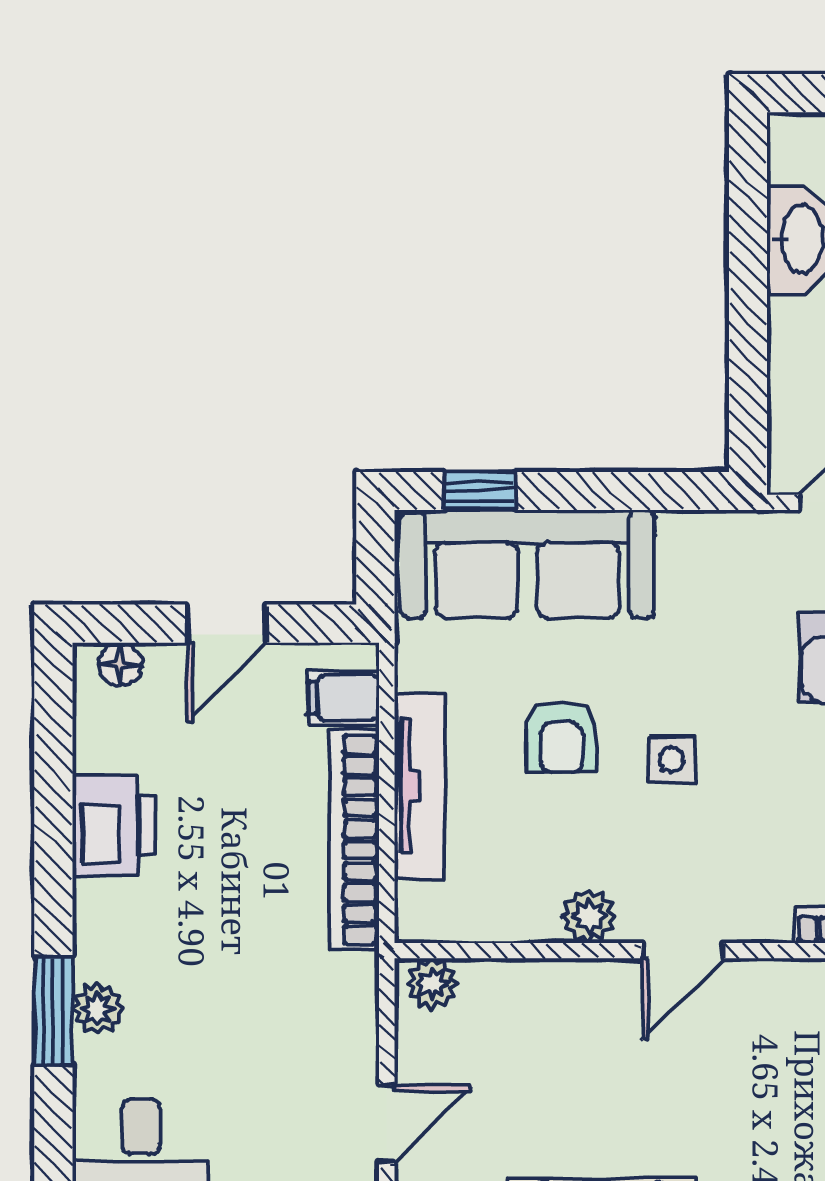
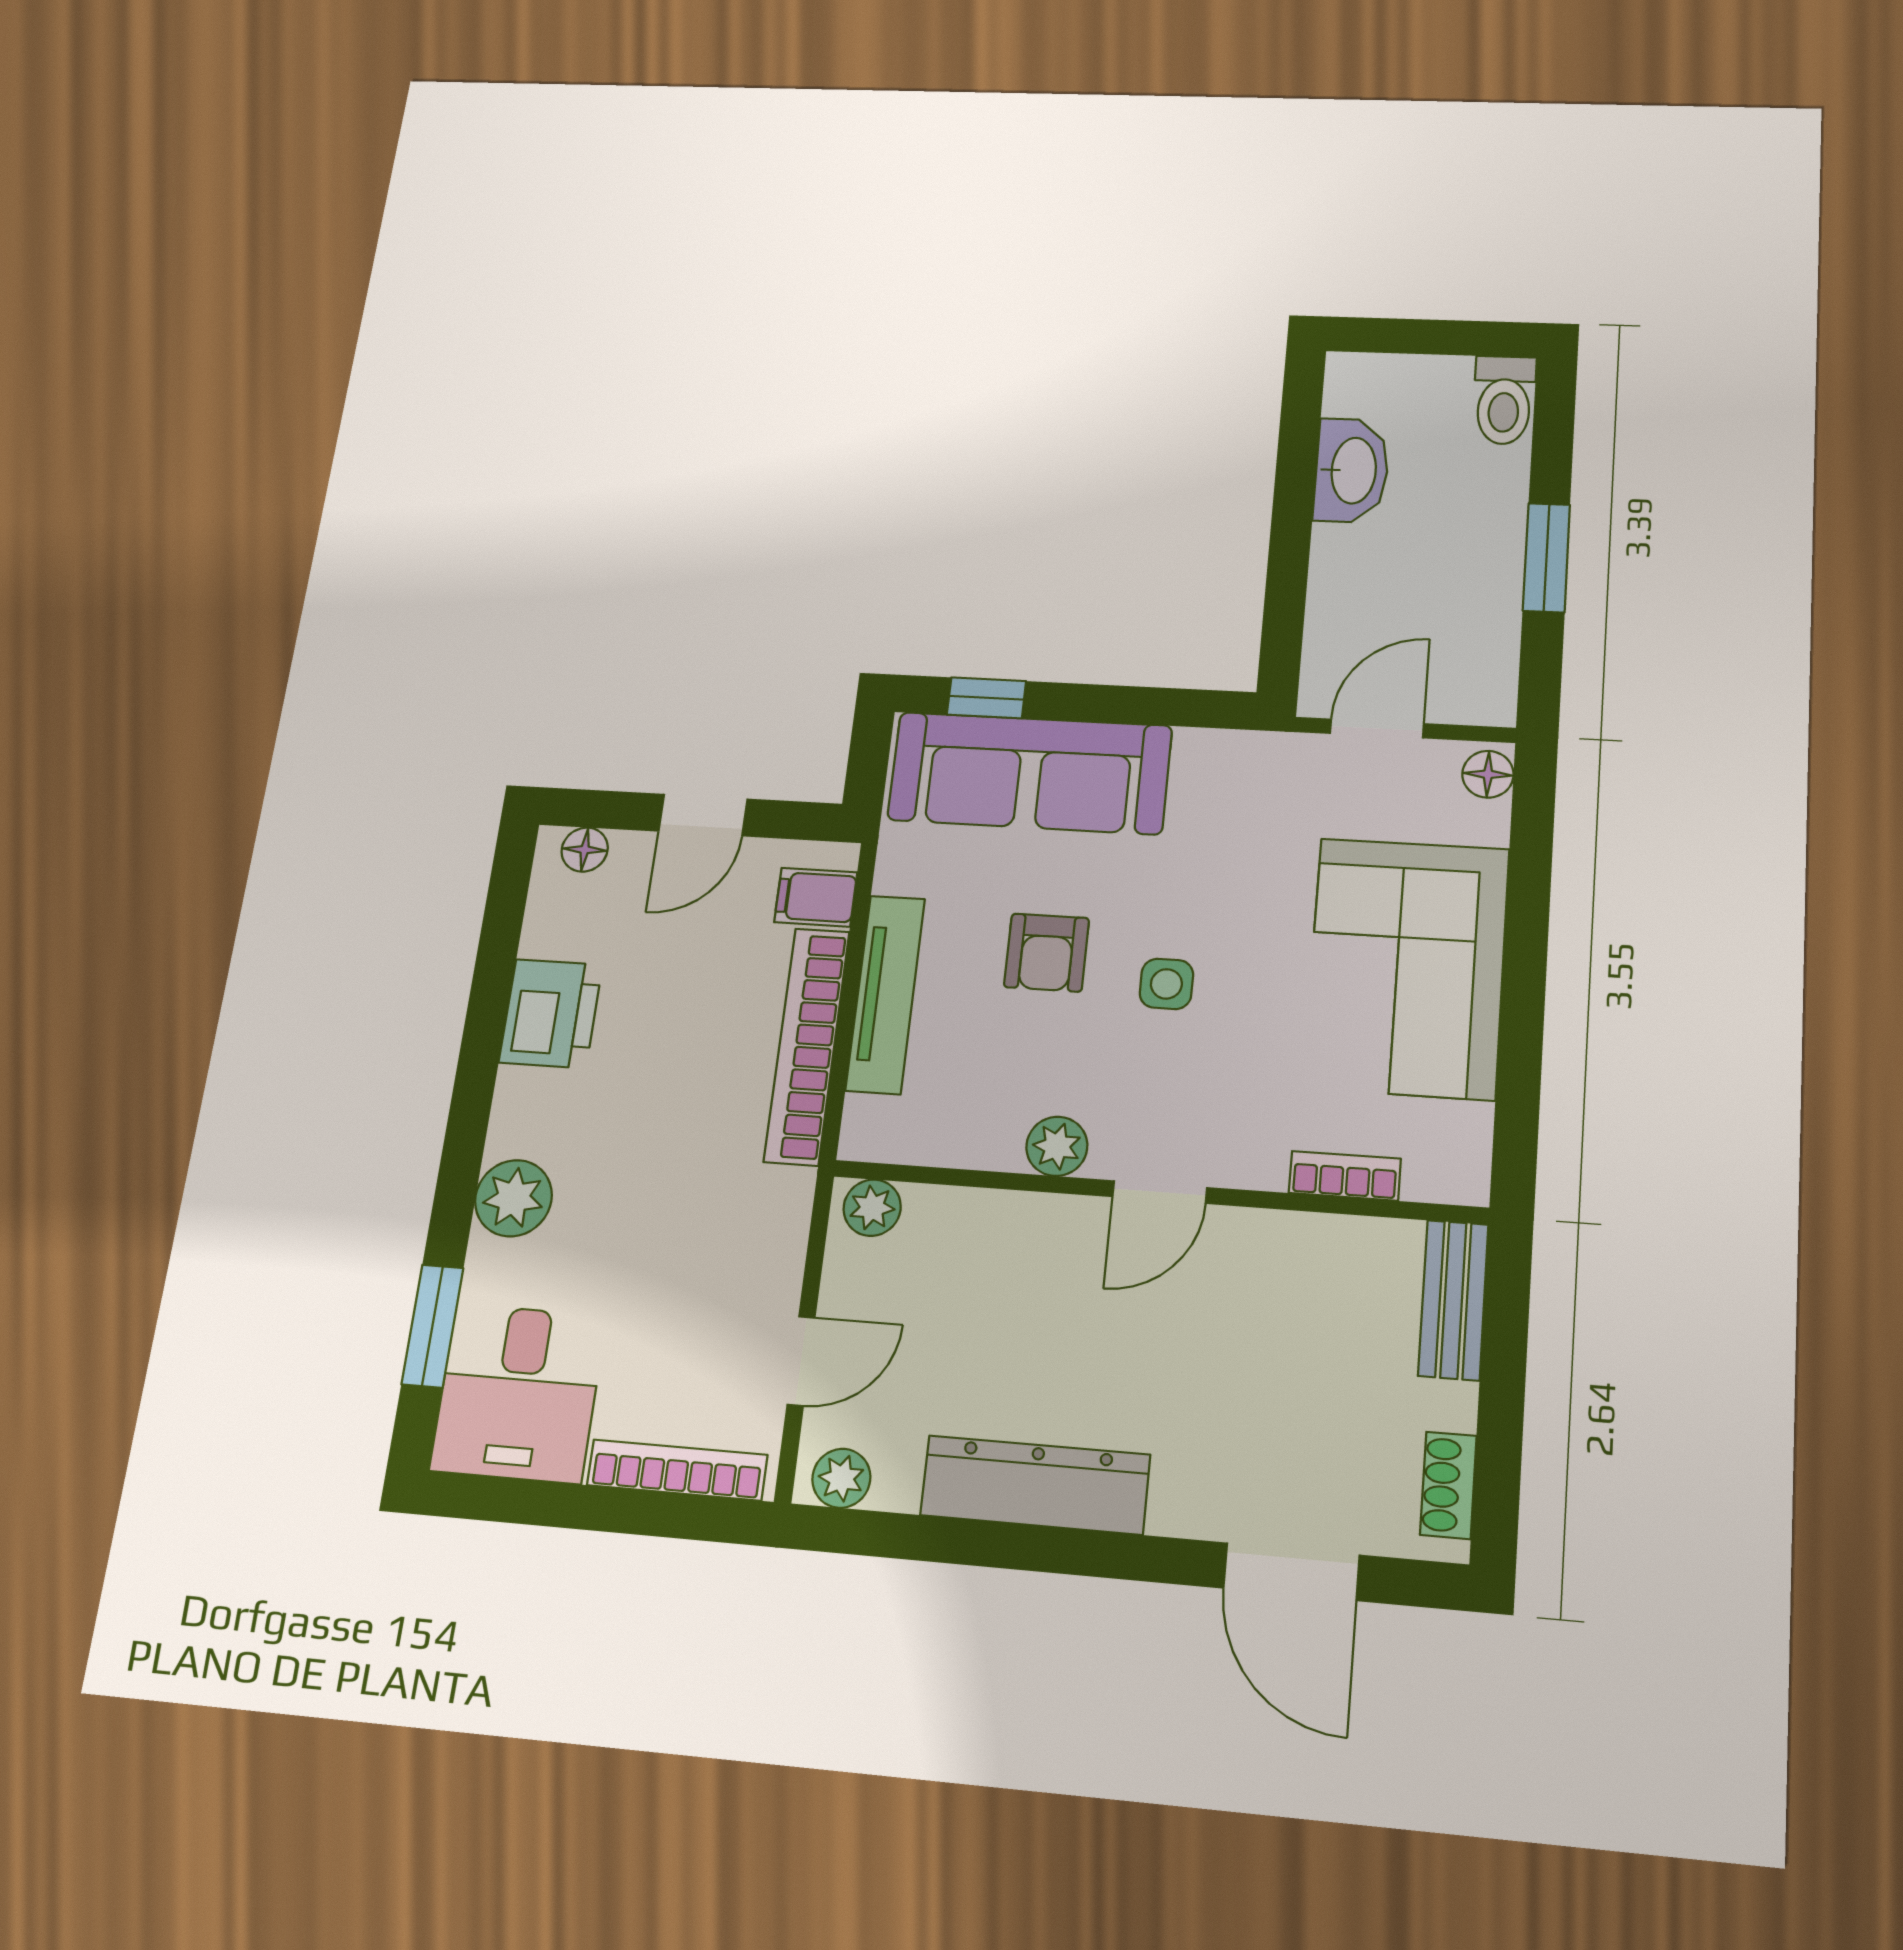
plant: (98, 1009) -> (513, 1198), width x1.38, depth x1.38
window: (53, 1011) -> (432, 1326), moved

